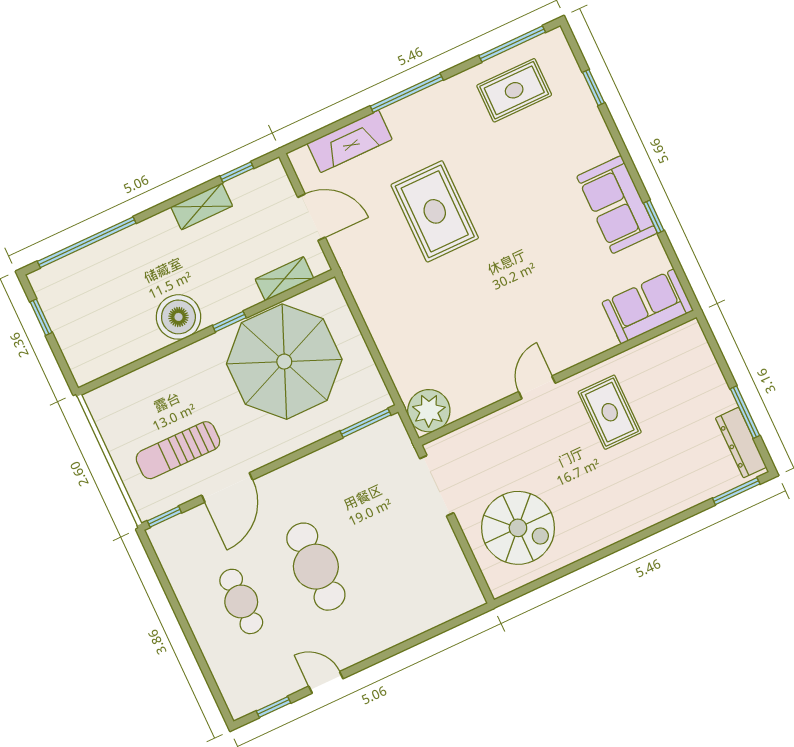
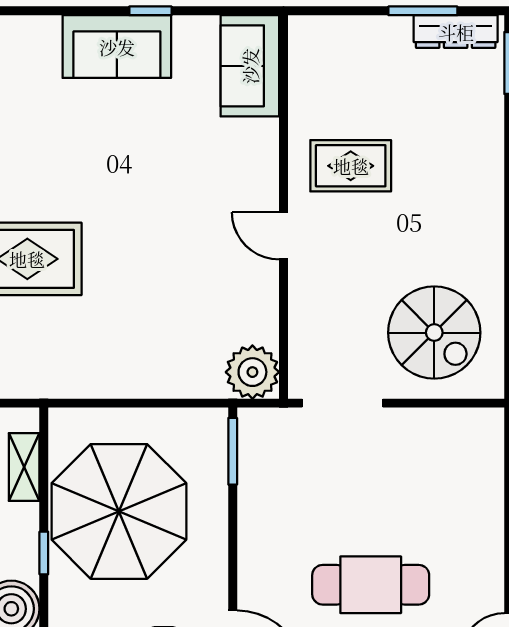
spiral stairs: (518, 528) -> (434, 333), turned 90

